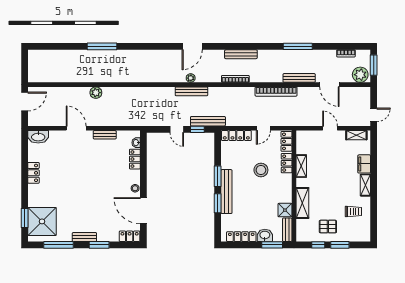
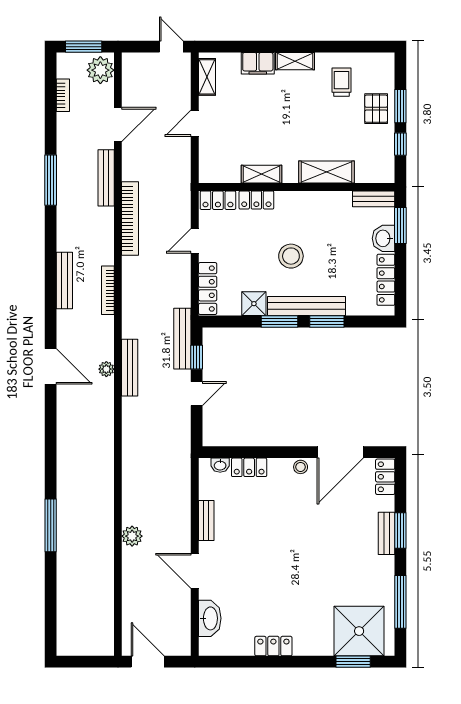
door: (76, 128) -> (195, 571), hinge flipped
door: (263, 128) -> (195, 241), swing flipped
washbasin: (38, 137) -> (210, 618), moved
stool: (261, 170) -> (291, 256), moved
shower: (285, 210) -> (254, 304), moved
pallet: (328, 227) -> (376, 109), moved
bench: (84, 237) -> (387, 533), moved

